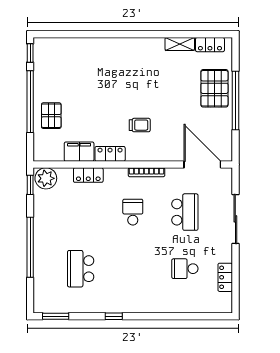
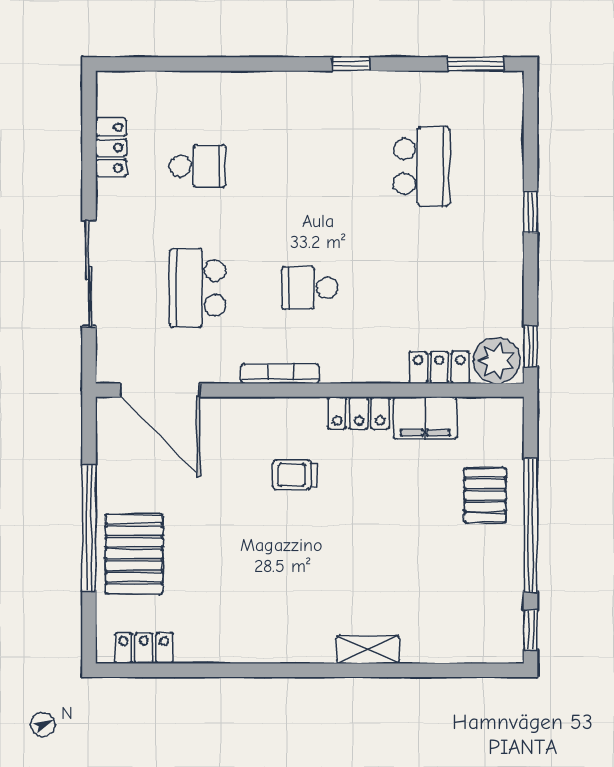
shelving: (180, 44) -> (368, 649), moved
locker: (88, 175) -> (439, 368), moved
school desk: (133, 212) -> (310, 288), turned 90
window: (30, 247) -> (531, 212), width x0.32

